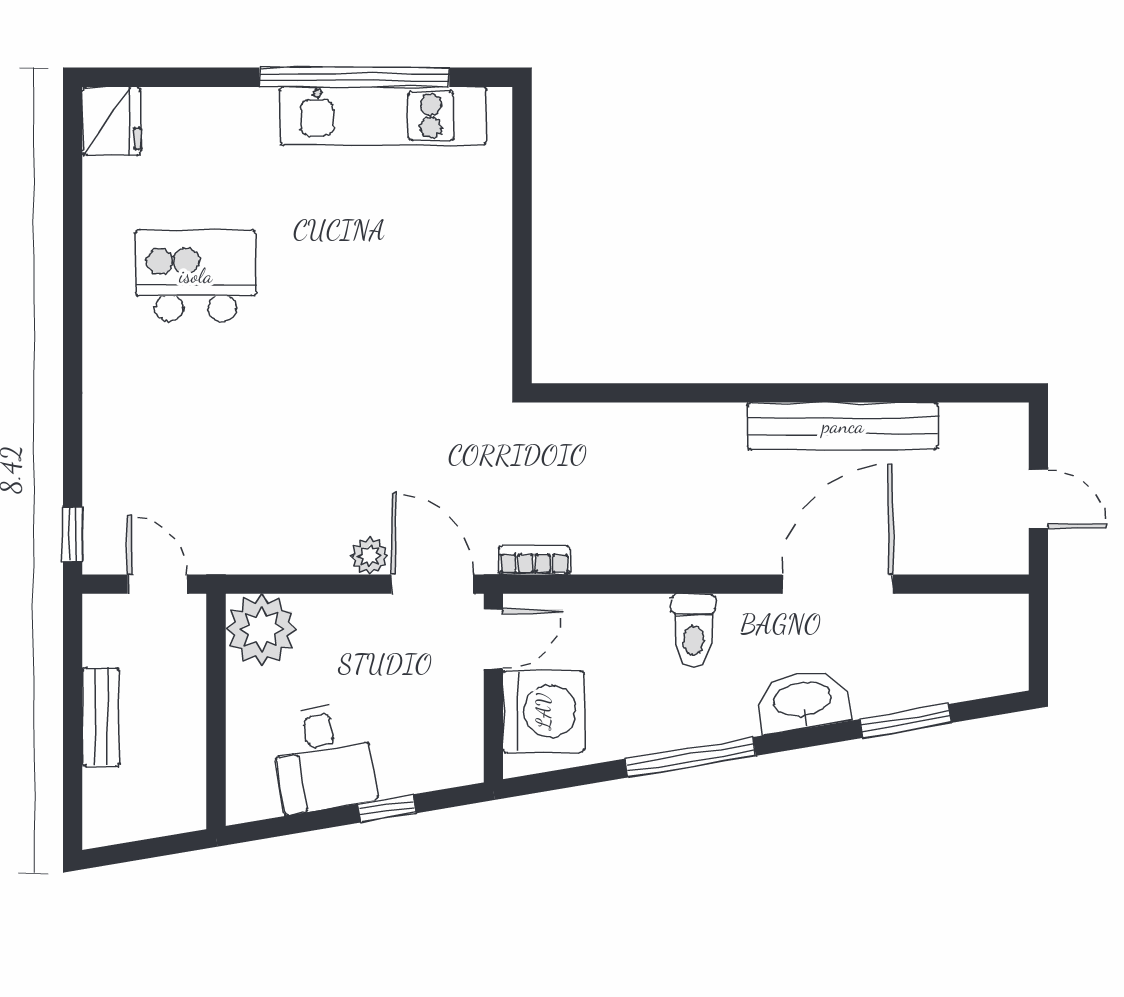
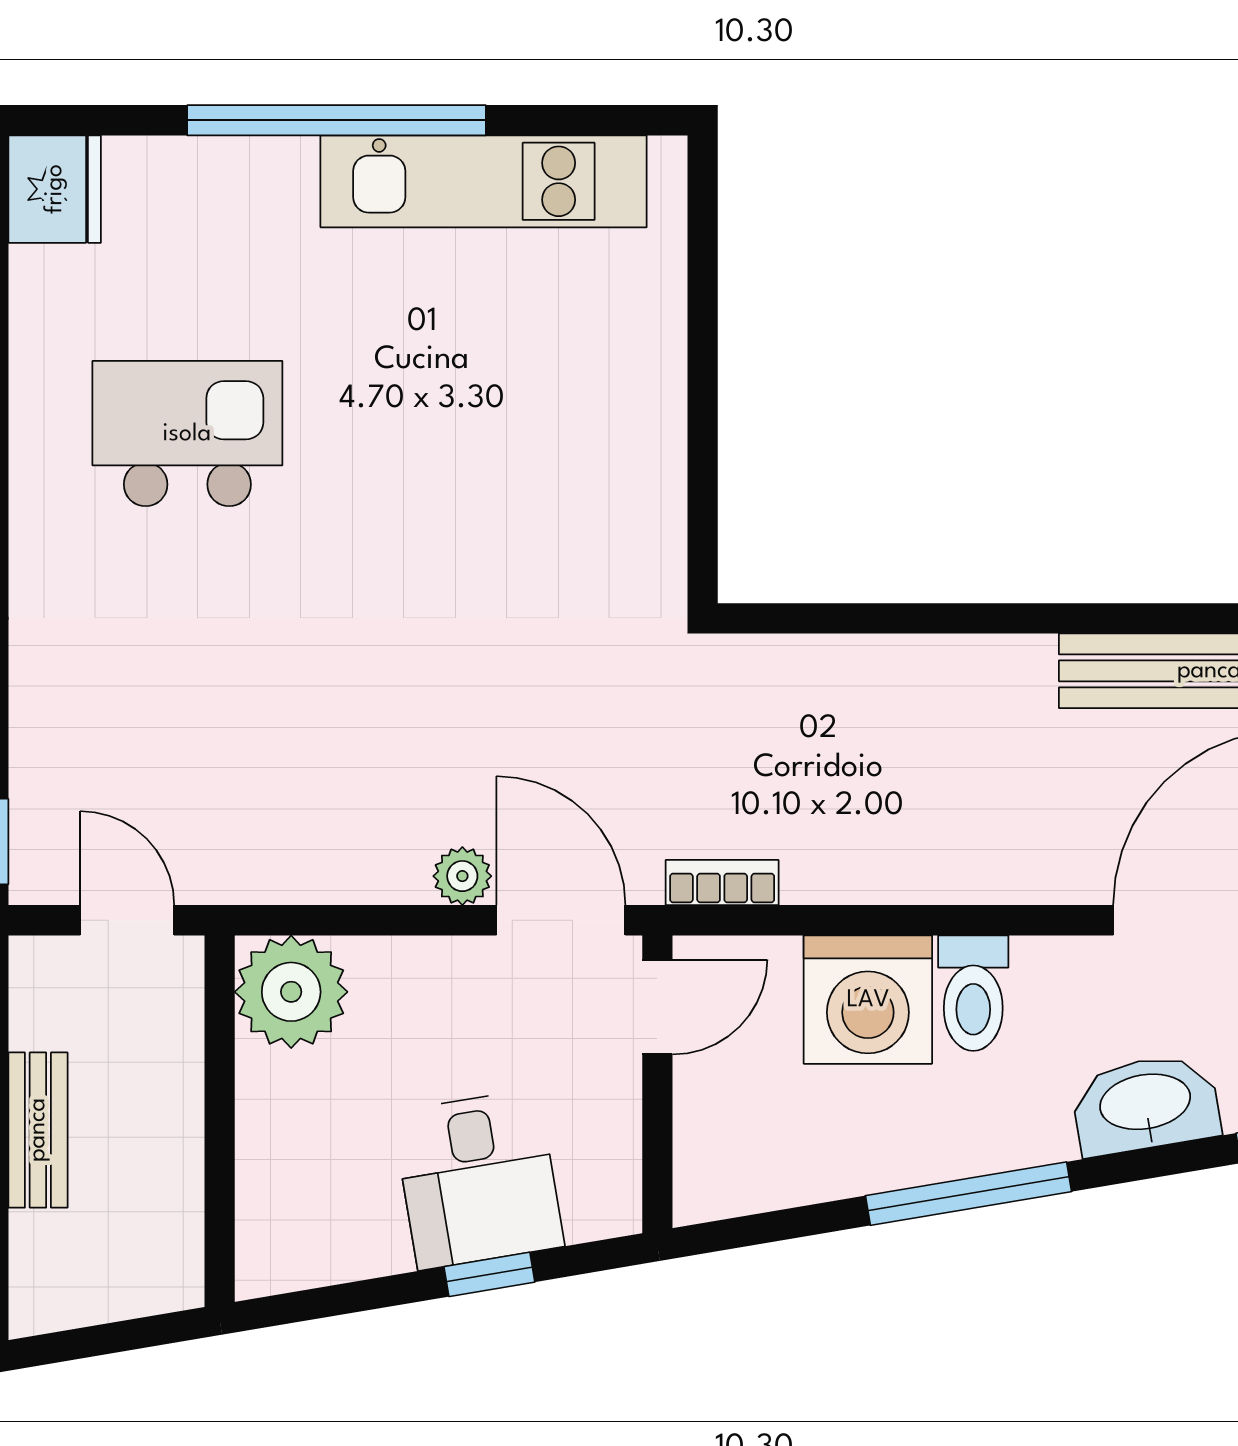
window: (354, 77) -> (337, 120), moved
washing machine: (544, 711) -> (868, 1000), moved, turned 90
desk: (323, 758) -> (478, 1179), moved

